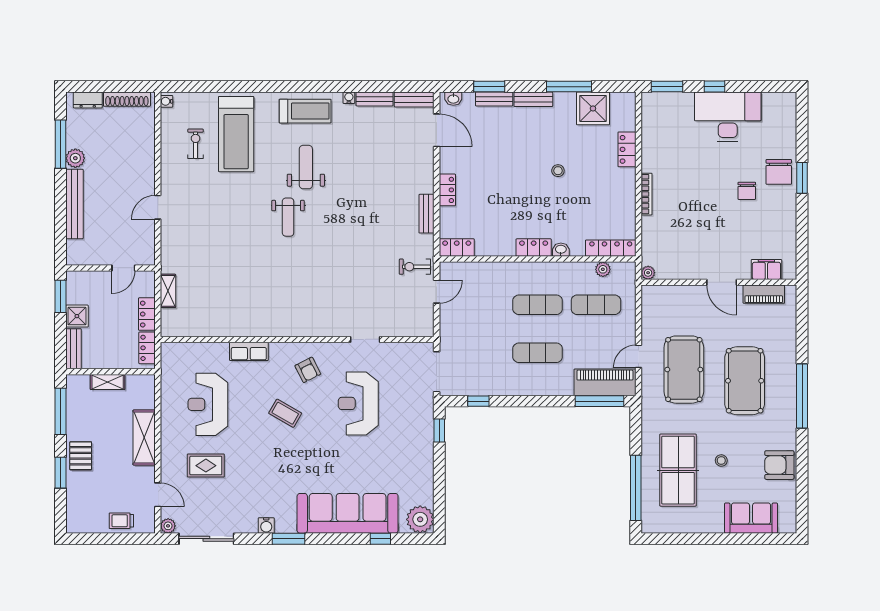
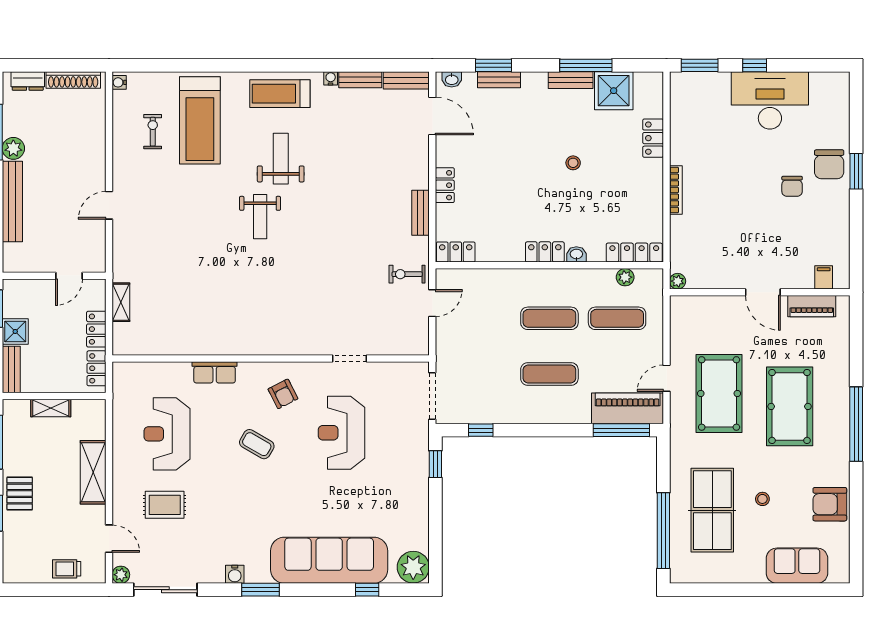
bench: (533, 99) -> (571, 80), moved
treadmill: (305, 111) -> (280, 94), turned 180
filing cabinet: (766, 269) -> (824, 277), width x0.50

